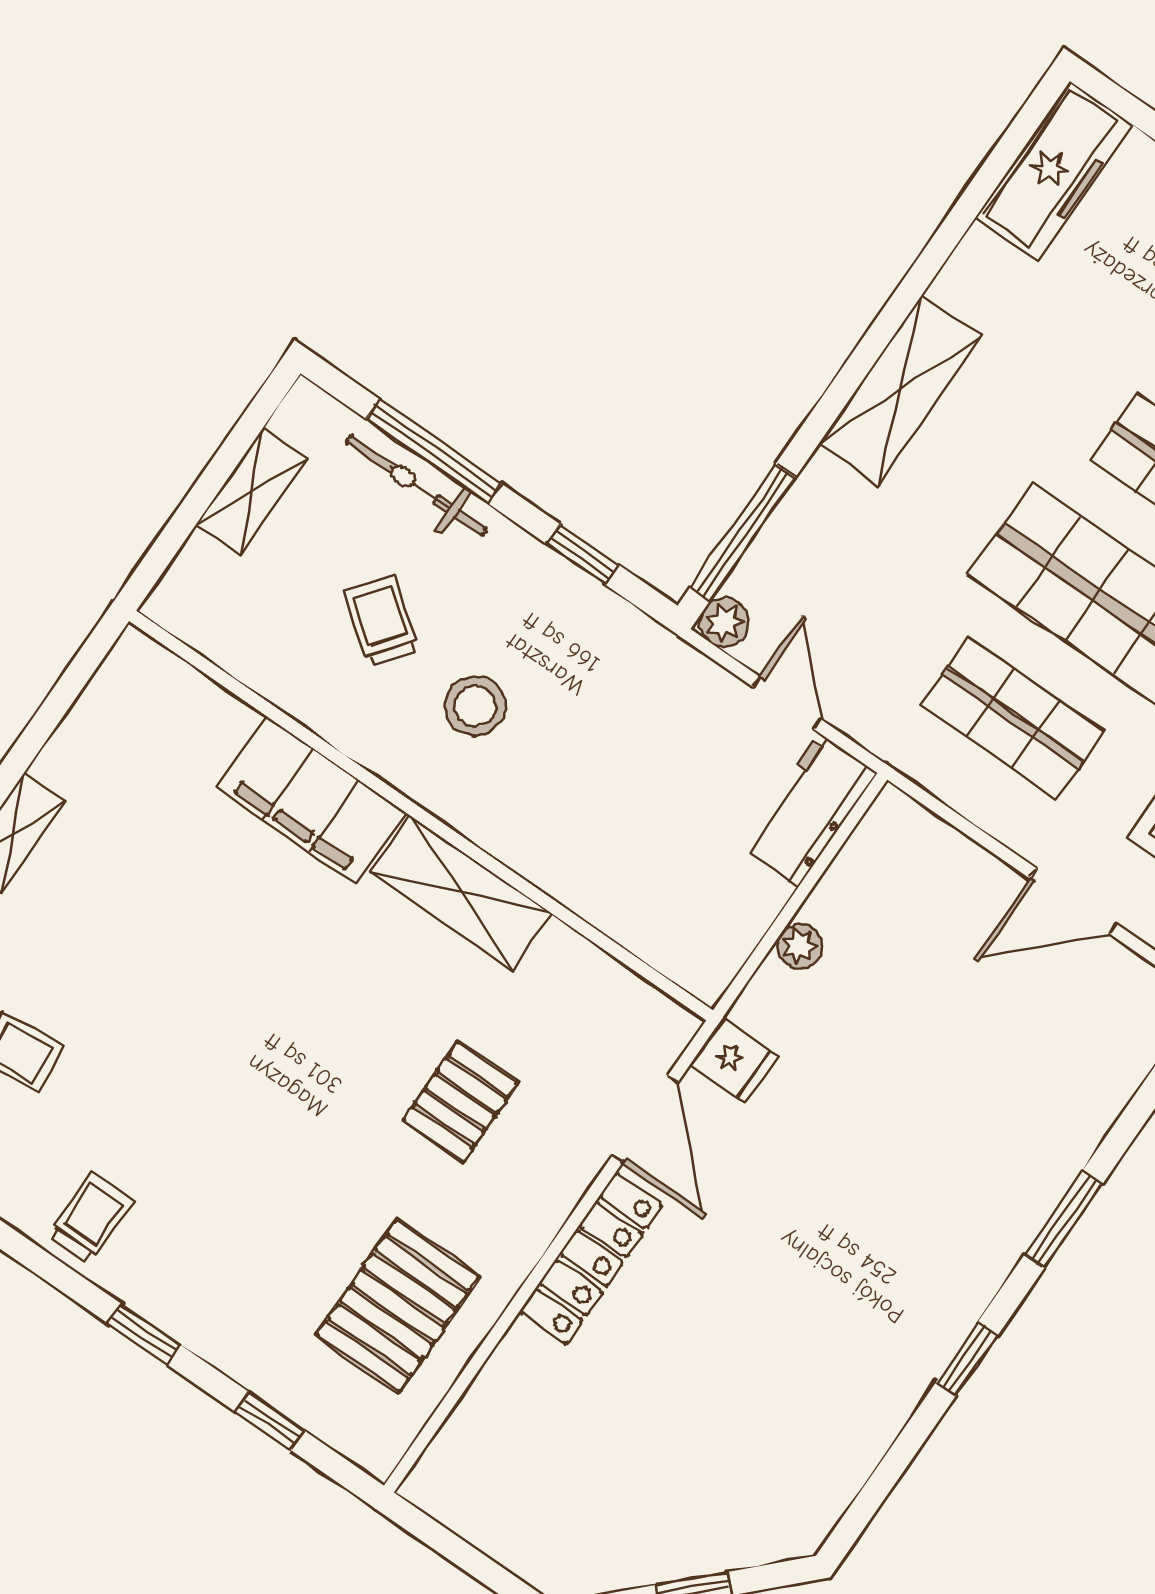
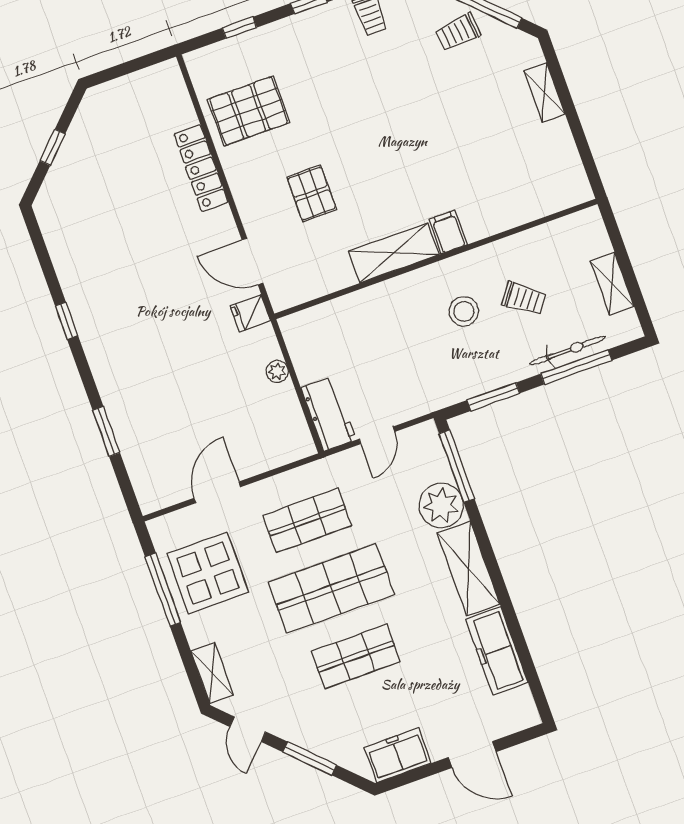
freezer: (1054, 171) -> (497, 651), moved
window: (583, 554) -> (493, 397), width x1.50
plant: (724, 623) -> (441, 505), moved, width x1.87, depth x1.87
door: (787, 703) -> (377, 435), hinge flipped
filing cabinet: (311, 800) -> (448, 232), width x0.33, depth x0.86
window: (1063, 1219) -> (106, 431), moved
locker: (591, 1258) -> (201, 168), moved
pallet: (398, 1306) -> (249, 111), turned 90

